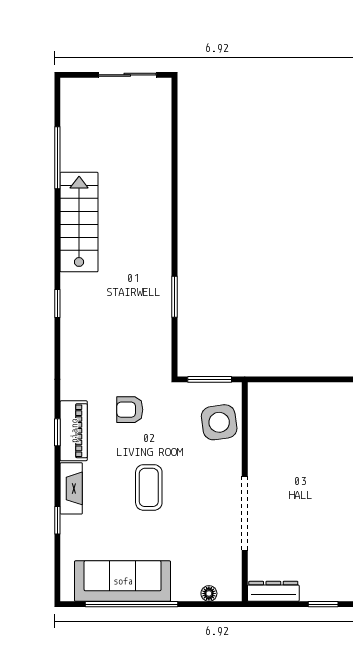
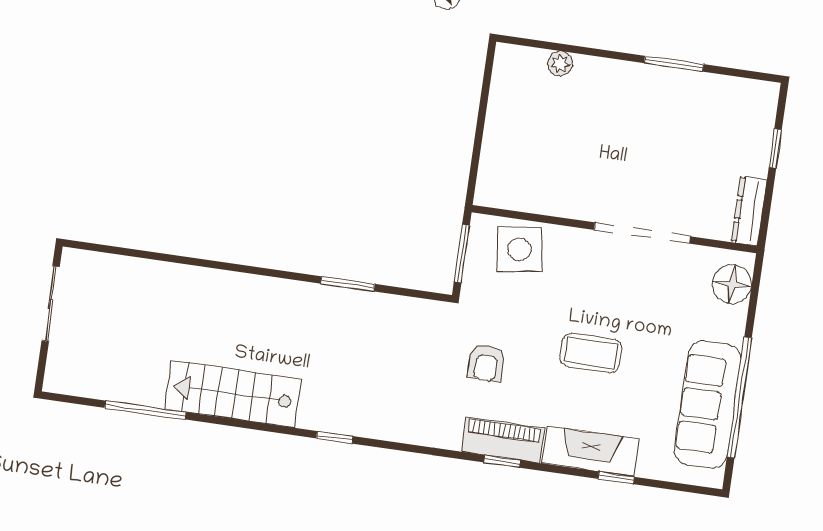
fireplace: (71, 488) -> (591, 451), width x1.37, depth x1.32
floor lamp: (209, 593) -> (732, 284), width x1.89, depth x1.89

